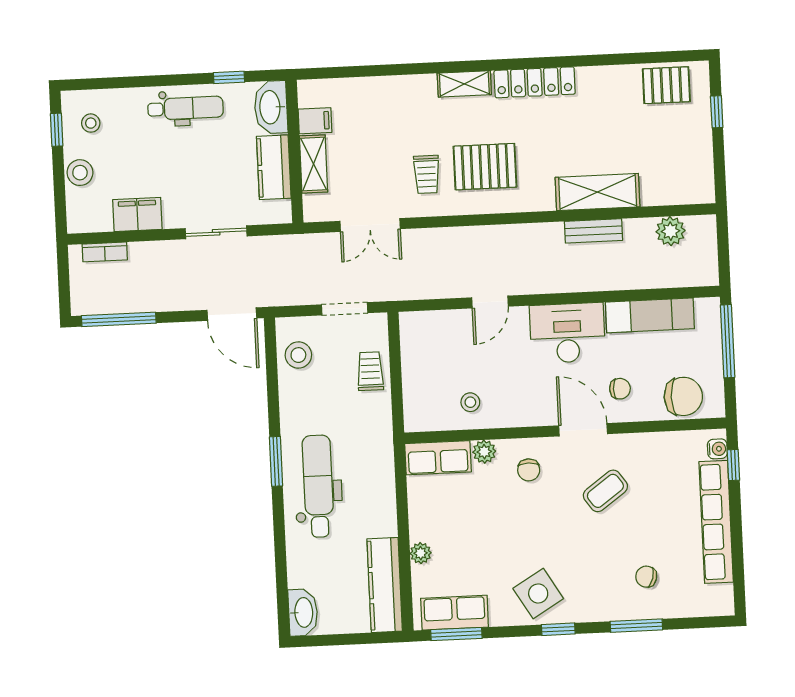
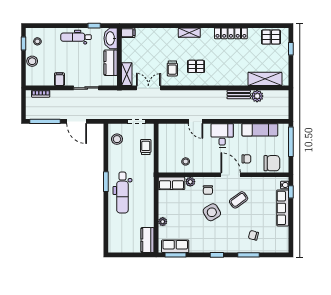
locker: (535, 82) -> (231, 33), moved
dental chair: (185, 108) -> (76, 37), turned 180
filing cabinet: (315, 121) -> (128, 33), moved
shelving: (313, 164) -> (127, 74), moved
pallet: (485, 167) -> (196, 66), width x0.67, depth x0.71
shelving: (598, 192) -> (265, 79), moved
filing cabinet: (137, 214) -> (59, 79), width x0.50
double door: (370, 225) -> (148, 88), swing flipped
plant: (671, 231) -> (257, 96), moved
door: (490, 302) -> (195, 121), hinge flipped
door: (232, 314) -> (77, 121), moved
desk: (567, 333) -> (222, 135), width x0.73
dental chair: (318, 486) -> (122, 193), turned 180
row of seats: (716, 522) -> (283, 208), width x0.73
kitchen counter: (385, 585) -> (147, 240), width x0.67
side table: (538, 593) -> (212, 212), moved
washbasin: (303, 612) -> (114, 243), removed

